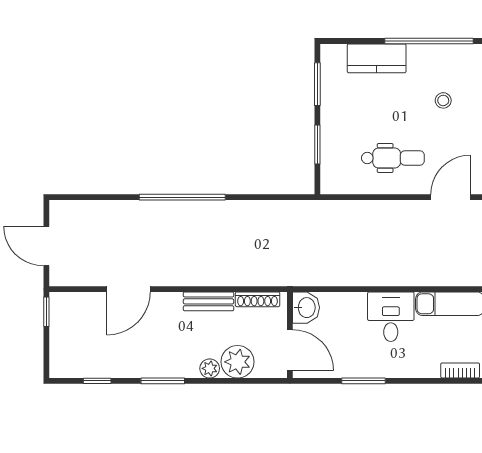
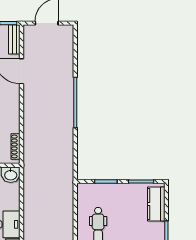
kitchen counter: (377, 58) -> (156, 204), moved
bench: (209, 301) -> (14, 39), moved

